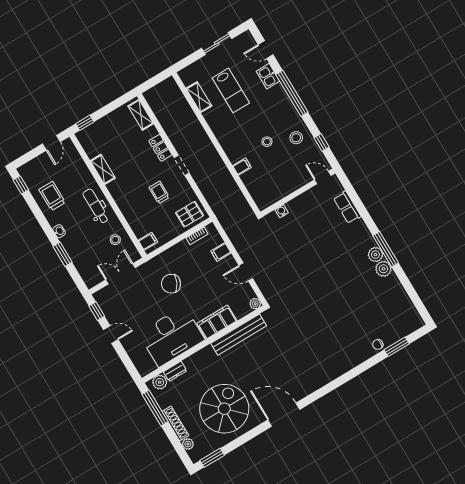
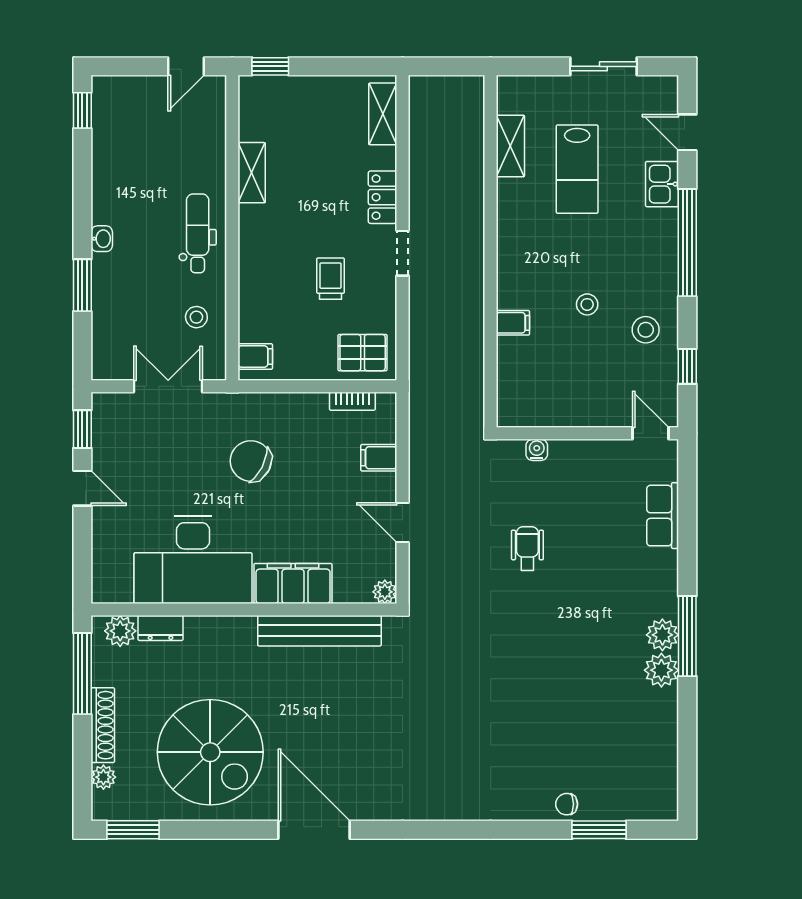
trolley: (52, 196) -> (128, 166), removed
wheelchair: (301, 252) -> (527, 548), added
spiral stairs: (224, 409) -> (210, 752), turned 90

